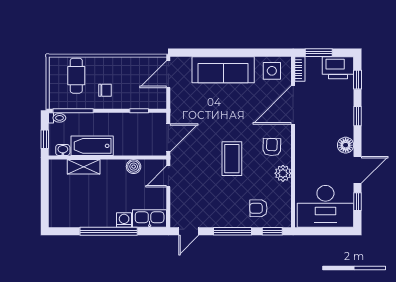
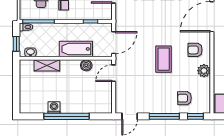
bathtub: (92, 146) -> (76, 49), moved
armchair: (272, 147) -> (195, 50), turned -92
kitchen sink: (150, 218) -> (99, 106), removed
washing machine: (124, 220) -> (54, 107), moved

